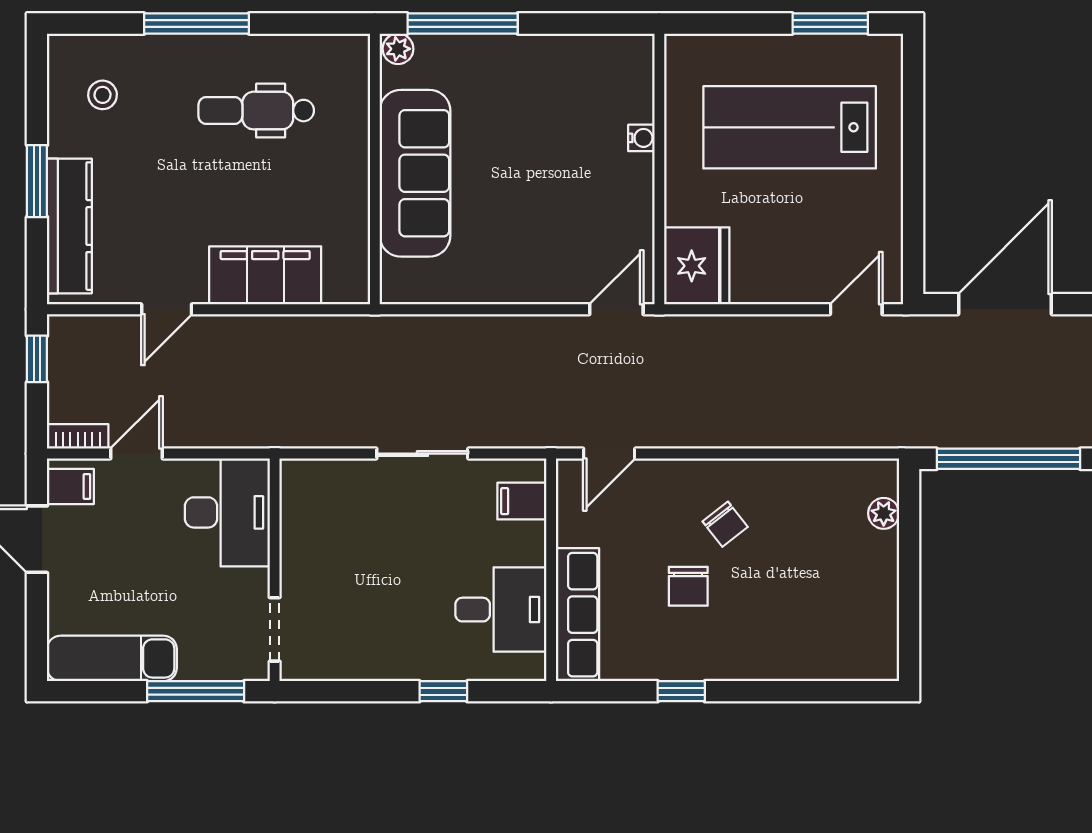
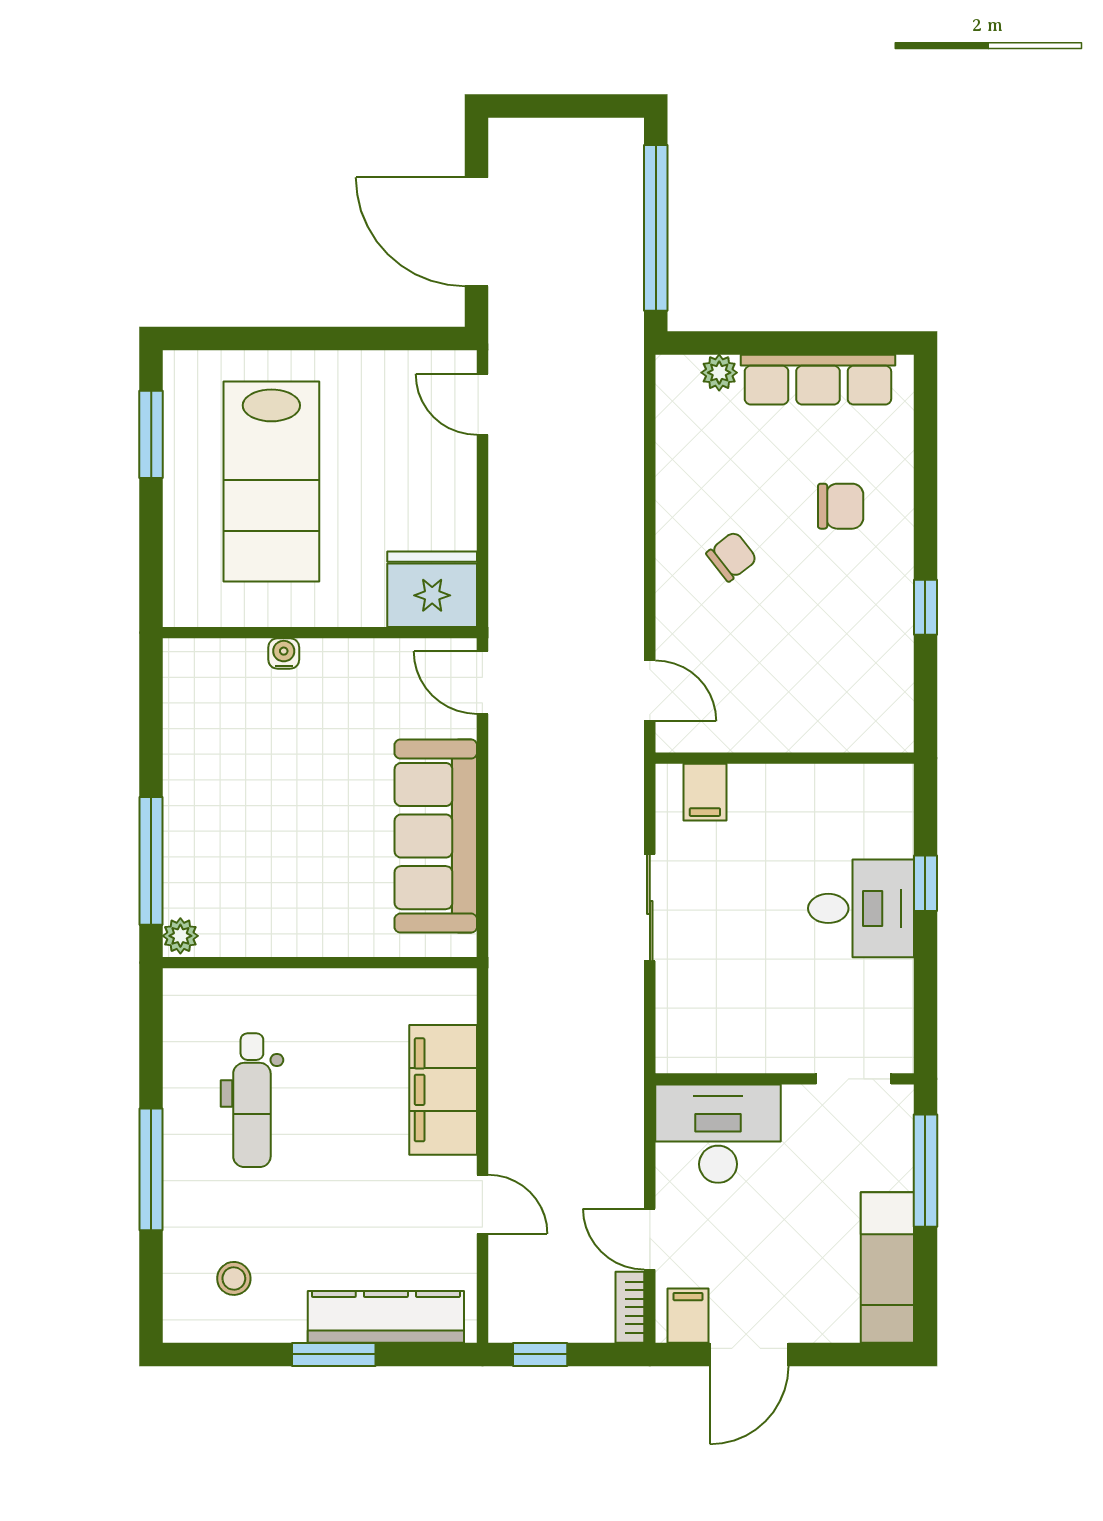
sofa: (415, 173) -> (436, 836), moved, turned -90
chair: (688, 586) -> (841, 506), moved
desk: (501, 610) -> (861, 908), moved, turned 90
row of seats: (578, 615) -> (818, 380), moved, turned 180

